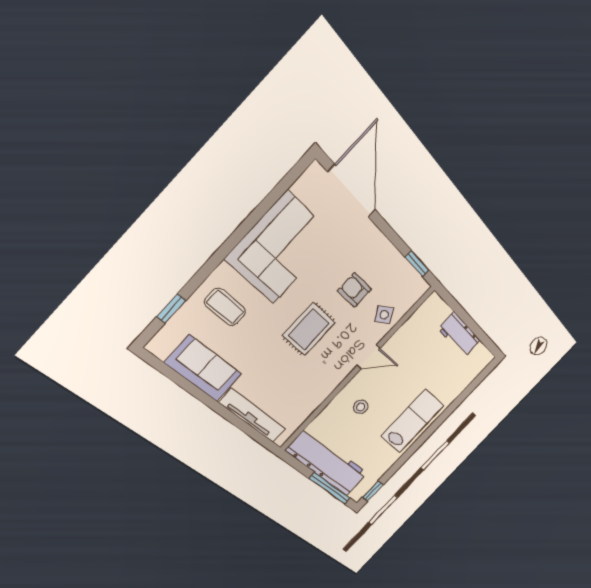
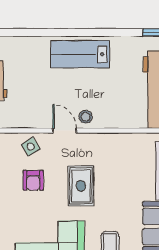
rug: (309, 329) -> (81, 186), turned 90
stool: (361, 407) -> (86, 117), moved

